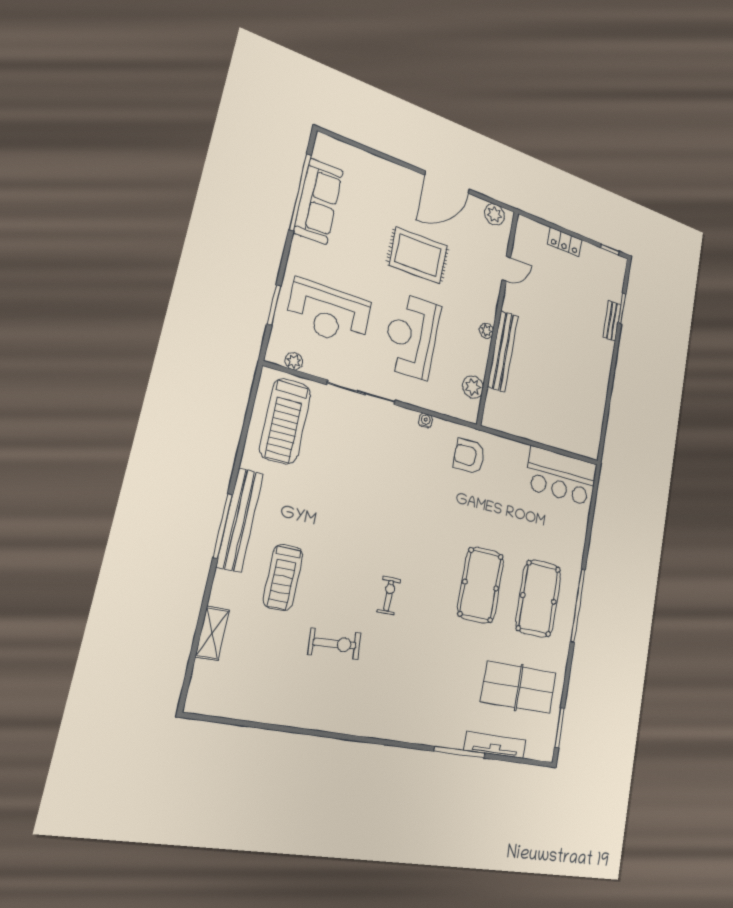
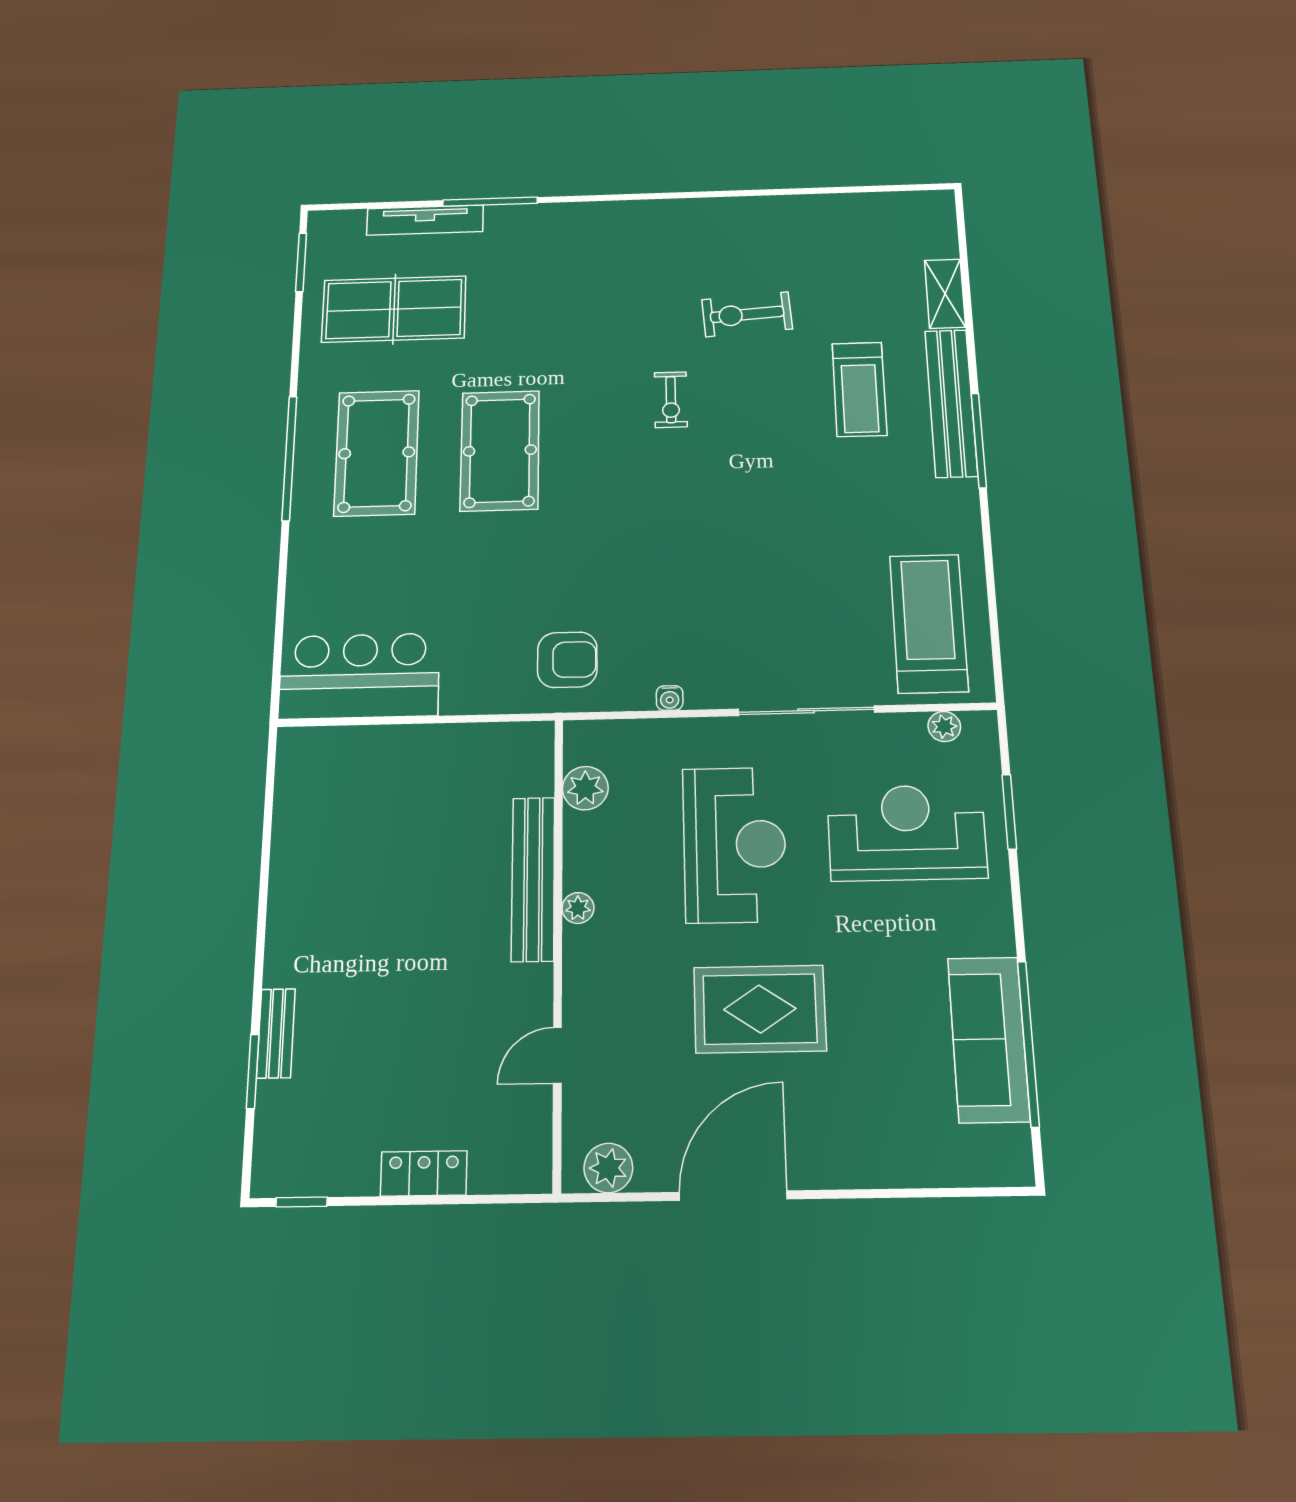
bench: (240, 520) -> (951, 403), moved
treadmill: (283, 577) -> (859, 389), turned 180

